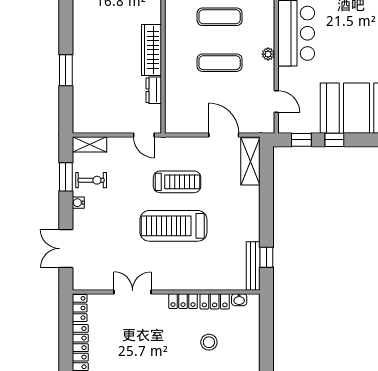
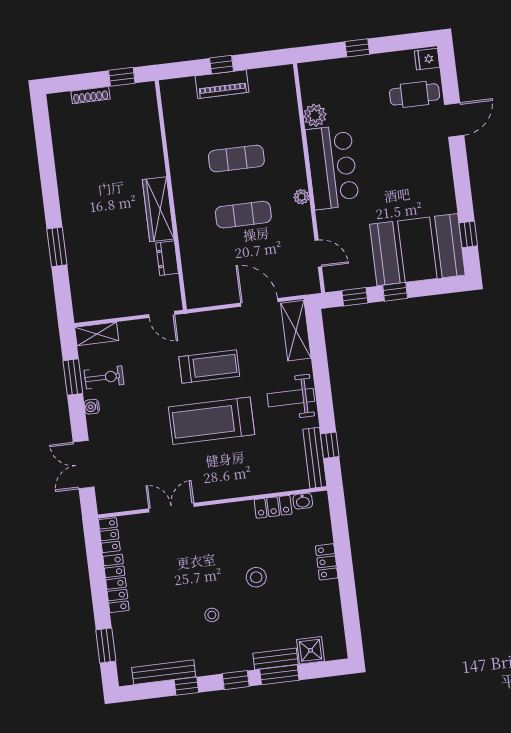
weight bench: (240, 215) -> (291, 398), added
locker: (183, 301) -> (327, 562), moved, turned 90
stool: (209, 342) -> (256, 577), moved

